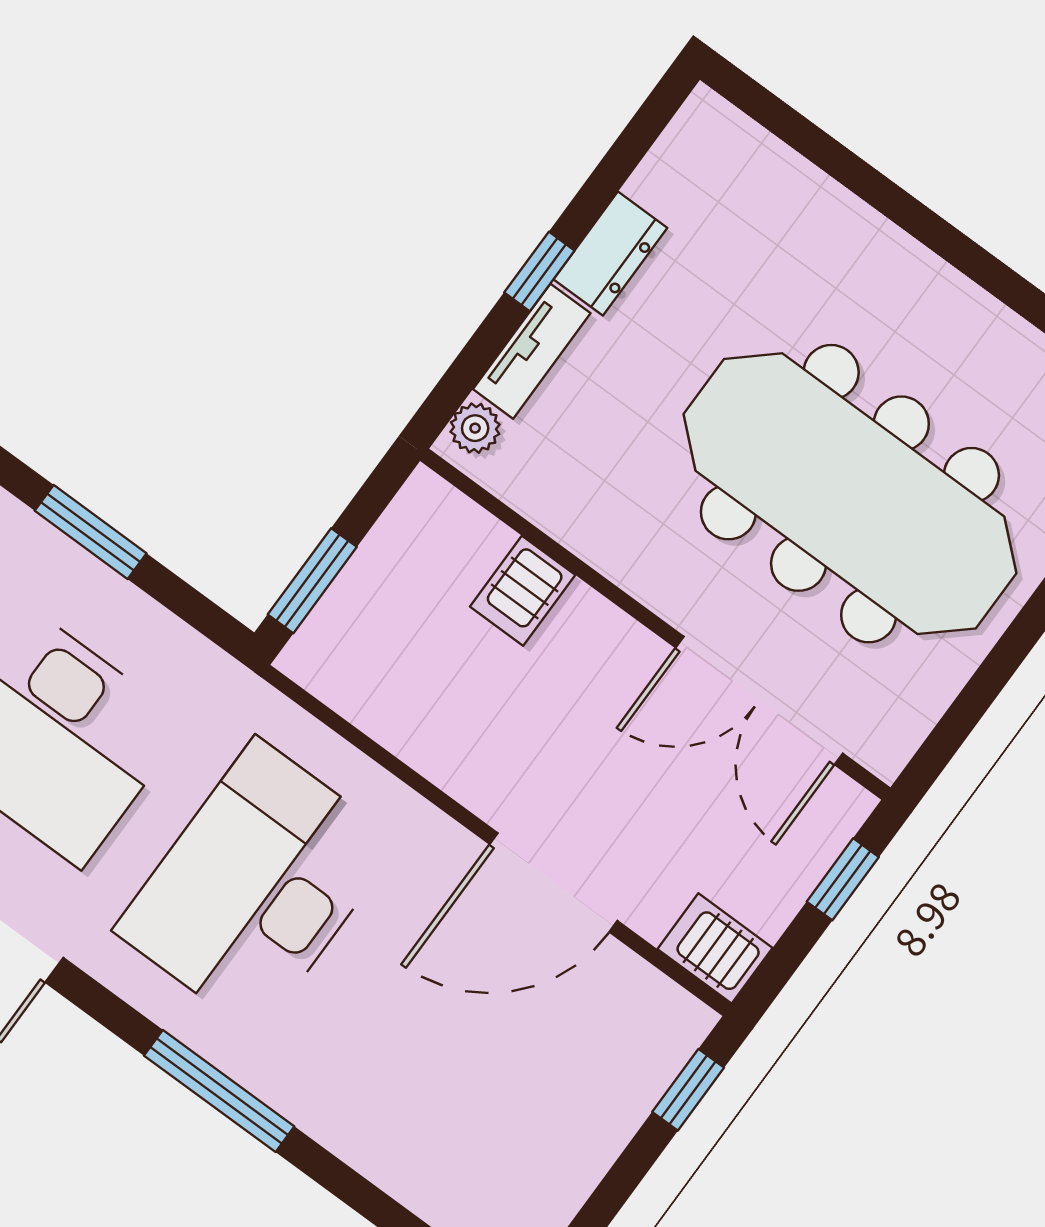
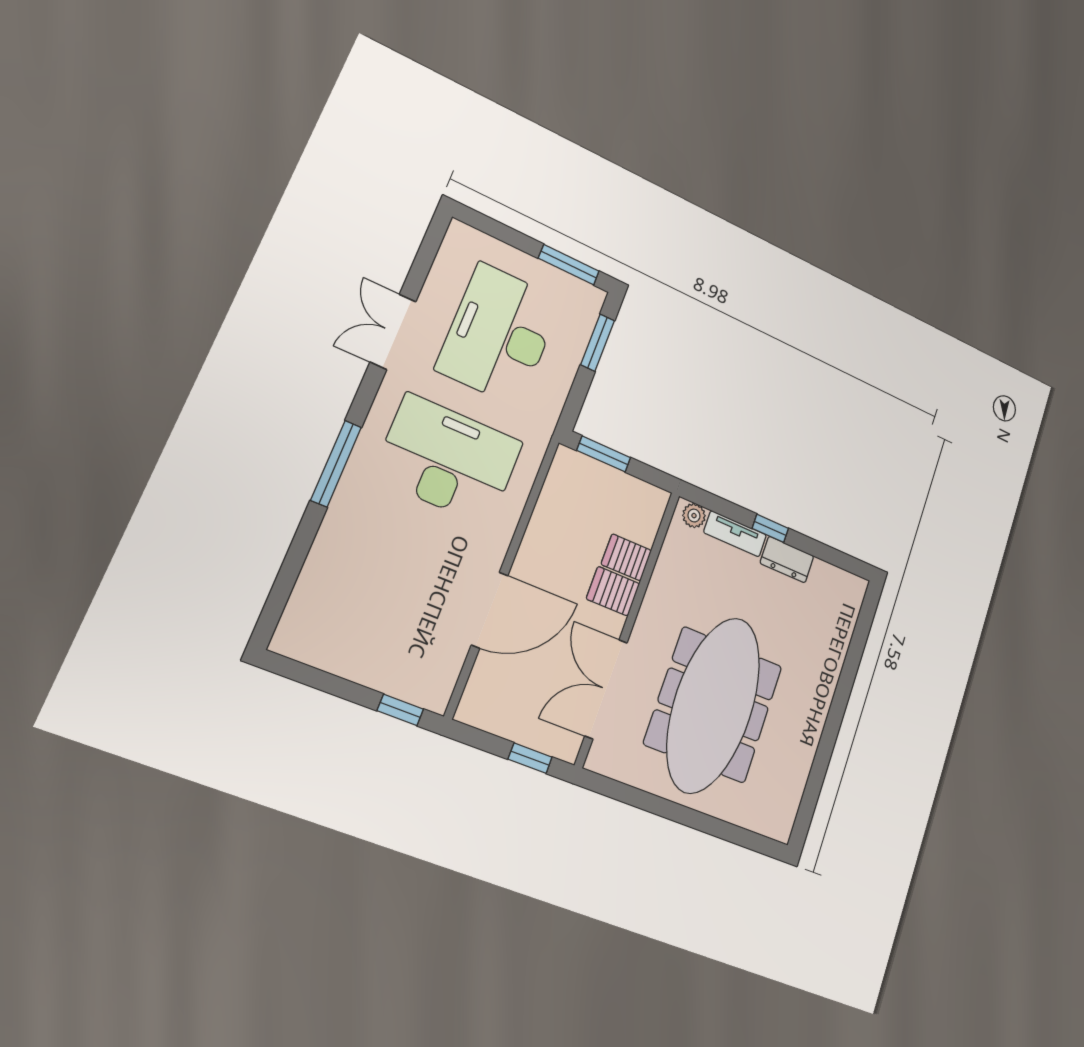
door: (554, 882) -> (490, 610), swing flipped
server rack: (715, 948) -> (613, 591), moved, turned -90

